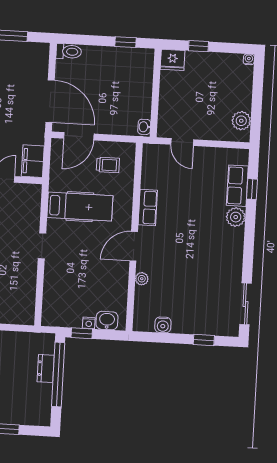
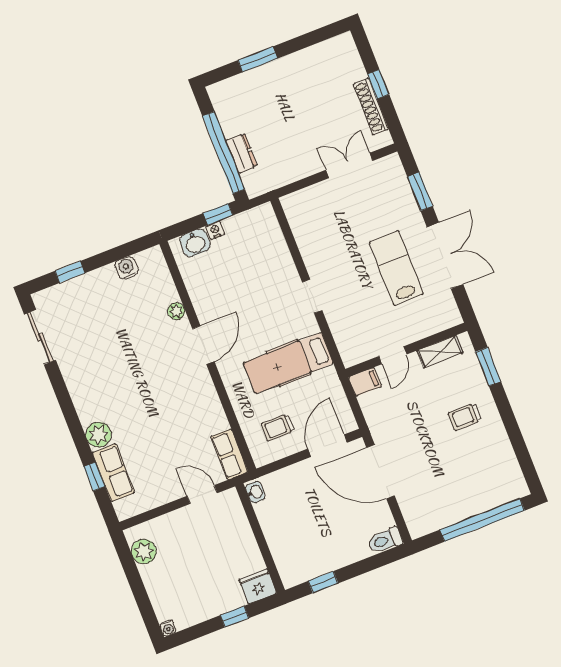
filing cabinet: (33, 161) -> (365, 382), width x0.50
row of seats: (148, 208) -> (229, 454), moved

